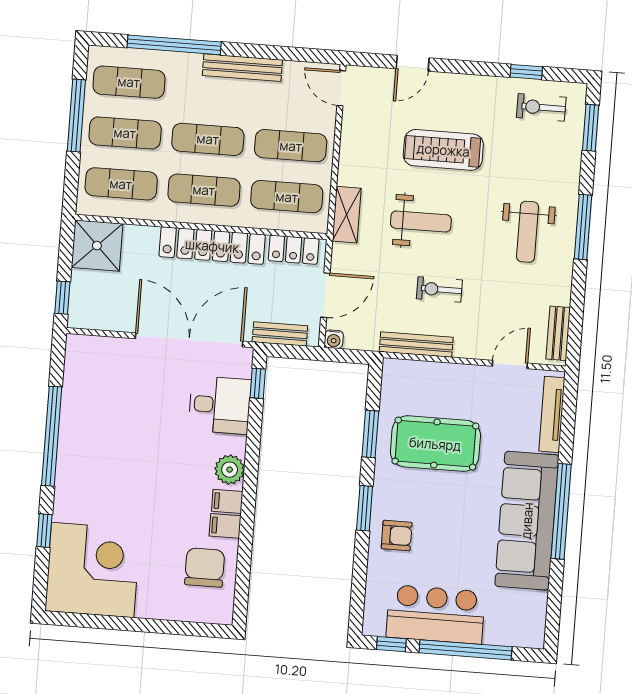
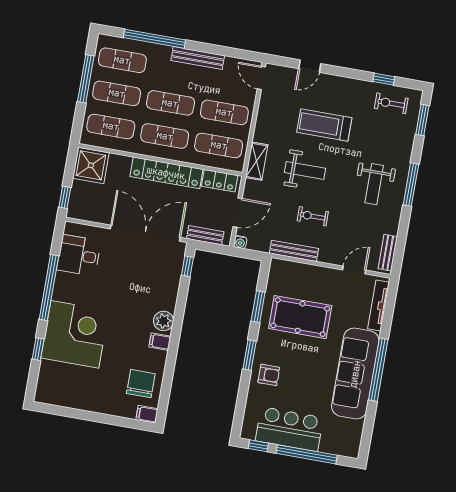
desk: (220, 405) -> (79, 255), moved, turned 180
filing cabinet: (225, 526) -> (147, 414), moved
corner desk: (93, 570) -> (75, 334), moved

